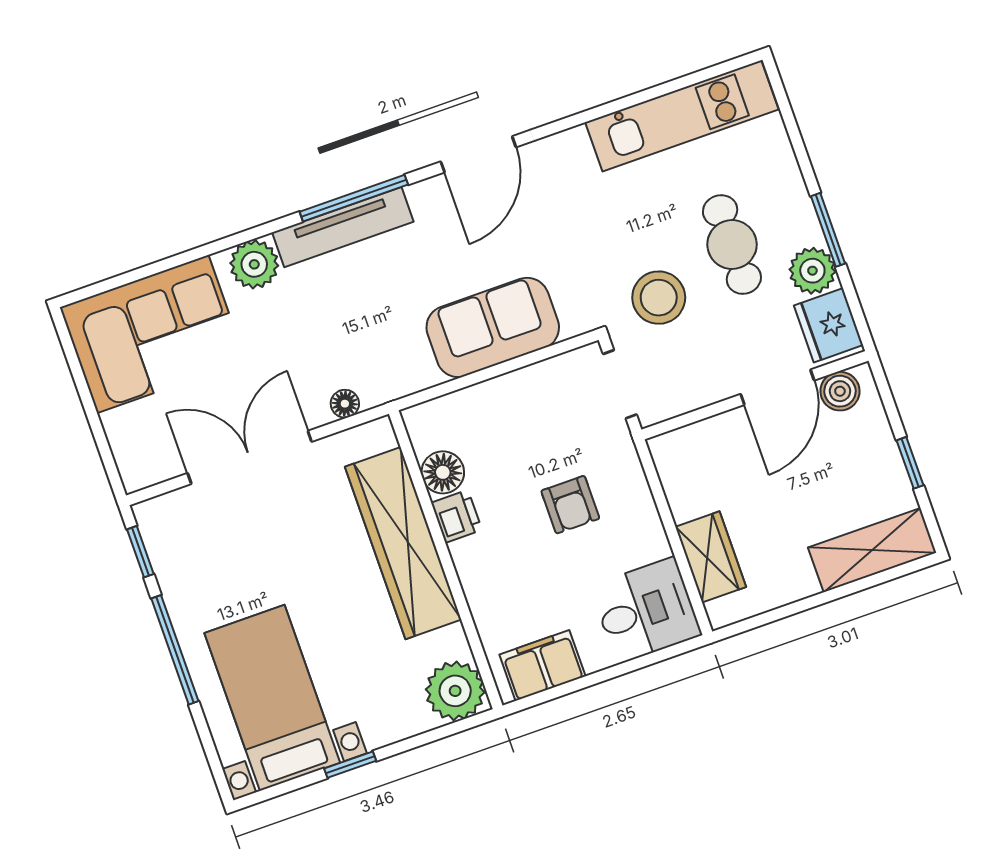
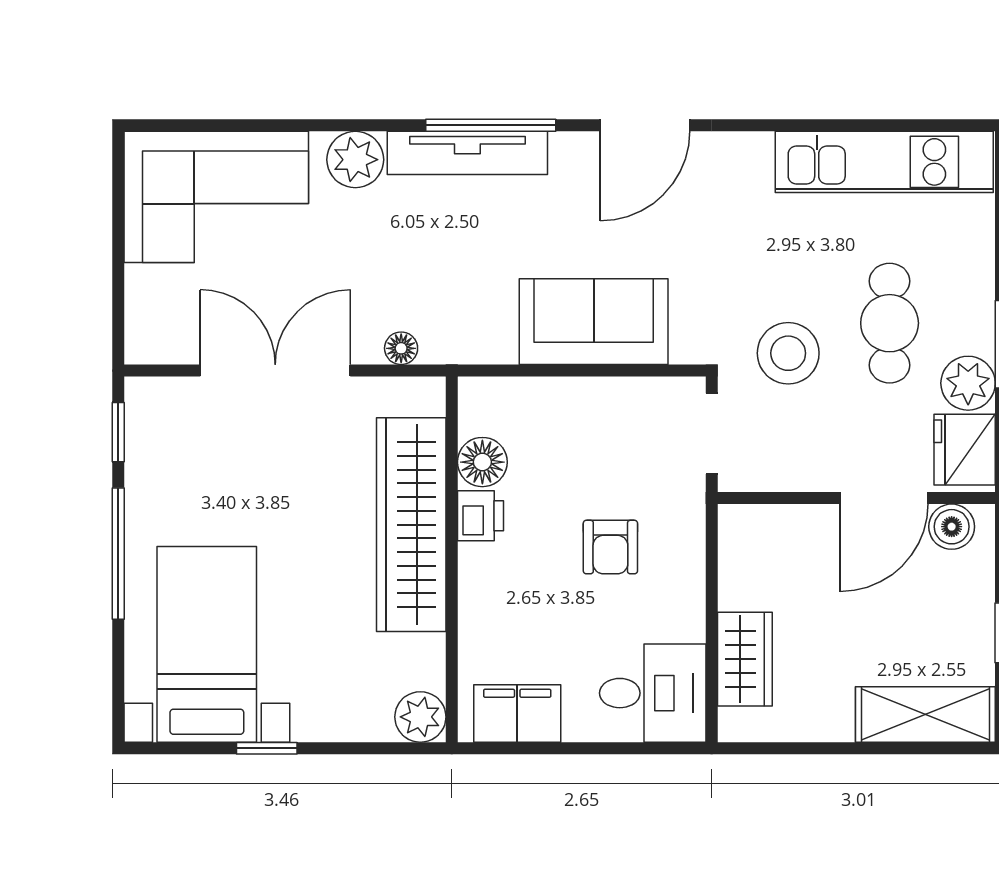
plant: (455, 691) -> (420, 717), width x0.73, depth x0.73

